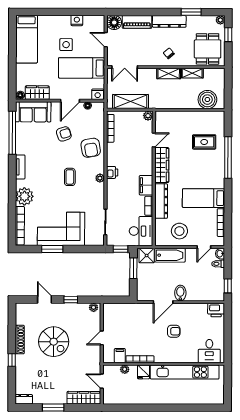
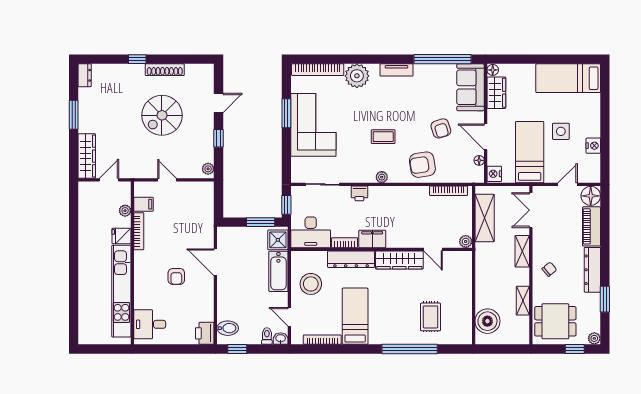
shelving: (169, 74) -> (522, 251), moved
printer: (112, 172) -> (359, 193), moved
bidet: (180, 293) -> (228, 328), moved

